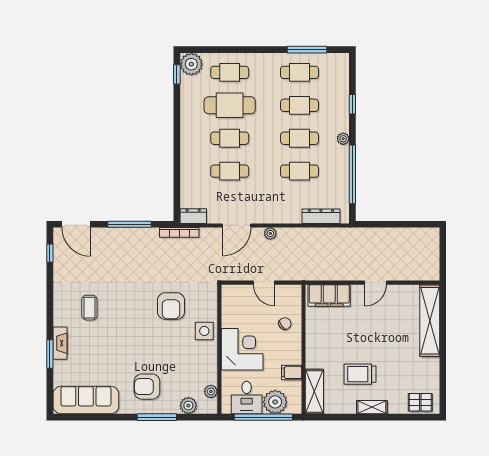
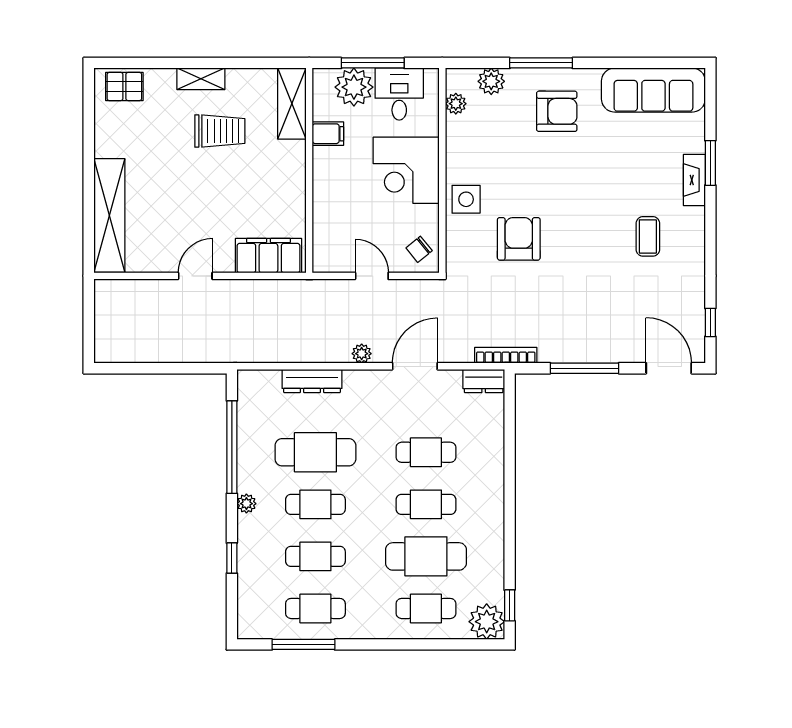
cafe table: (300, 171) -> (315, 452), width x1.37, depth x1.35
dresser: (321, 216) -> (312, 381), moved
chair: (285, 324) -> (419, 249), moved
window: (263, 417) -> (373, 63), width x0.68

